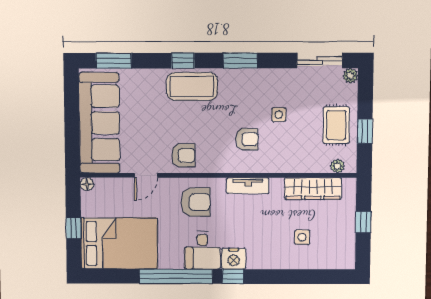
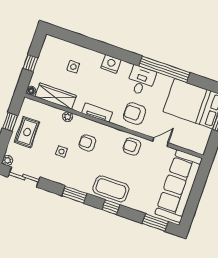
plant: (337, 166) -> (68, 117), moved
floor lamp: (87, 184) -> (31, 91), moved
nightstand: (234, 259) -> (111, 64), moved
window: (233, 276) -> (127, 56), removed

